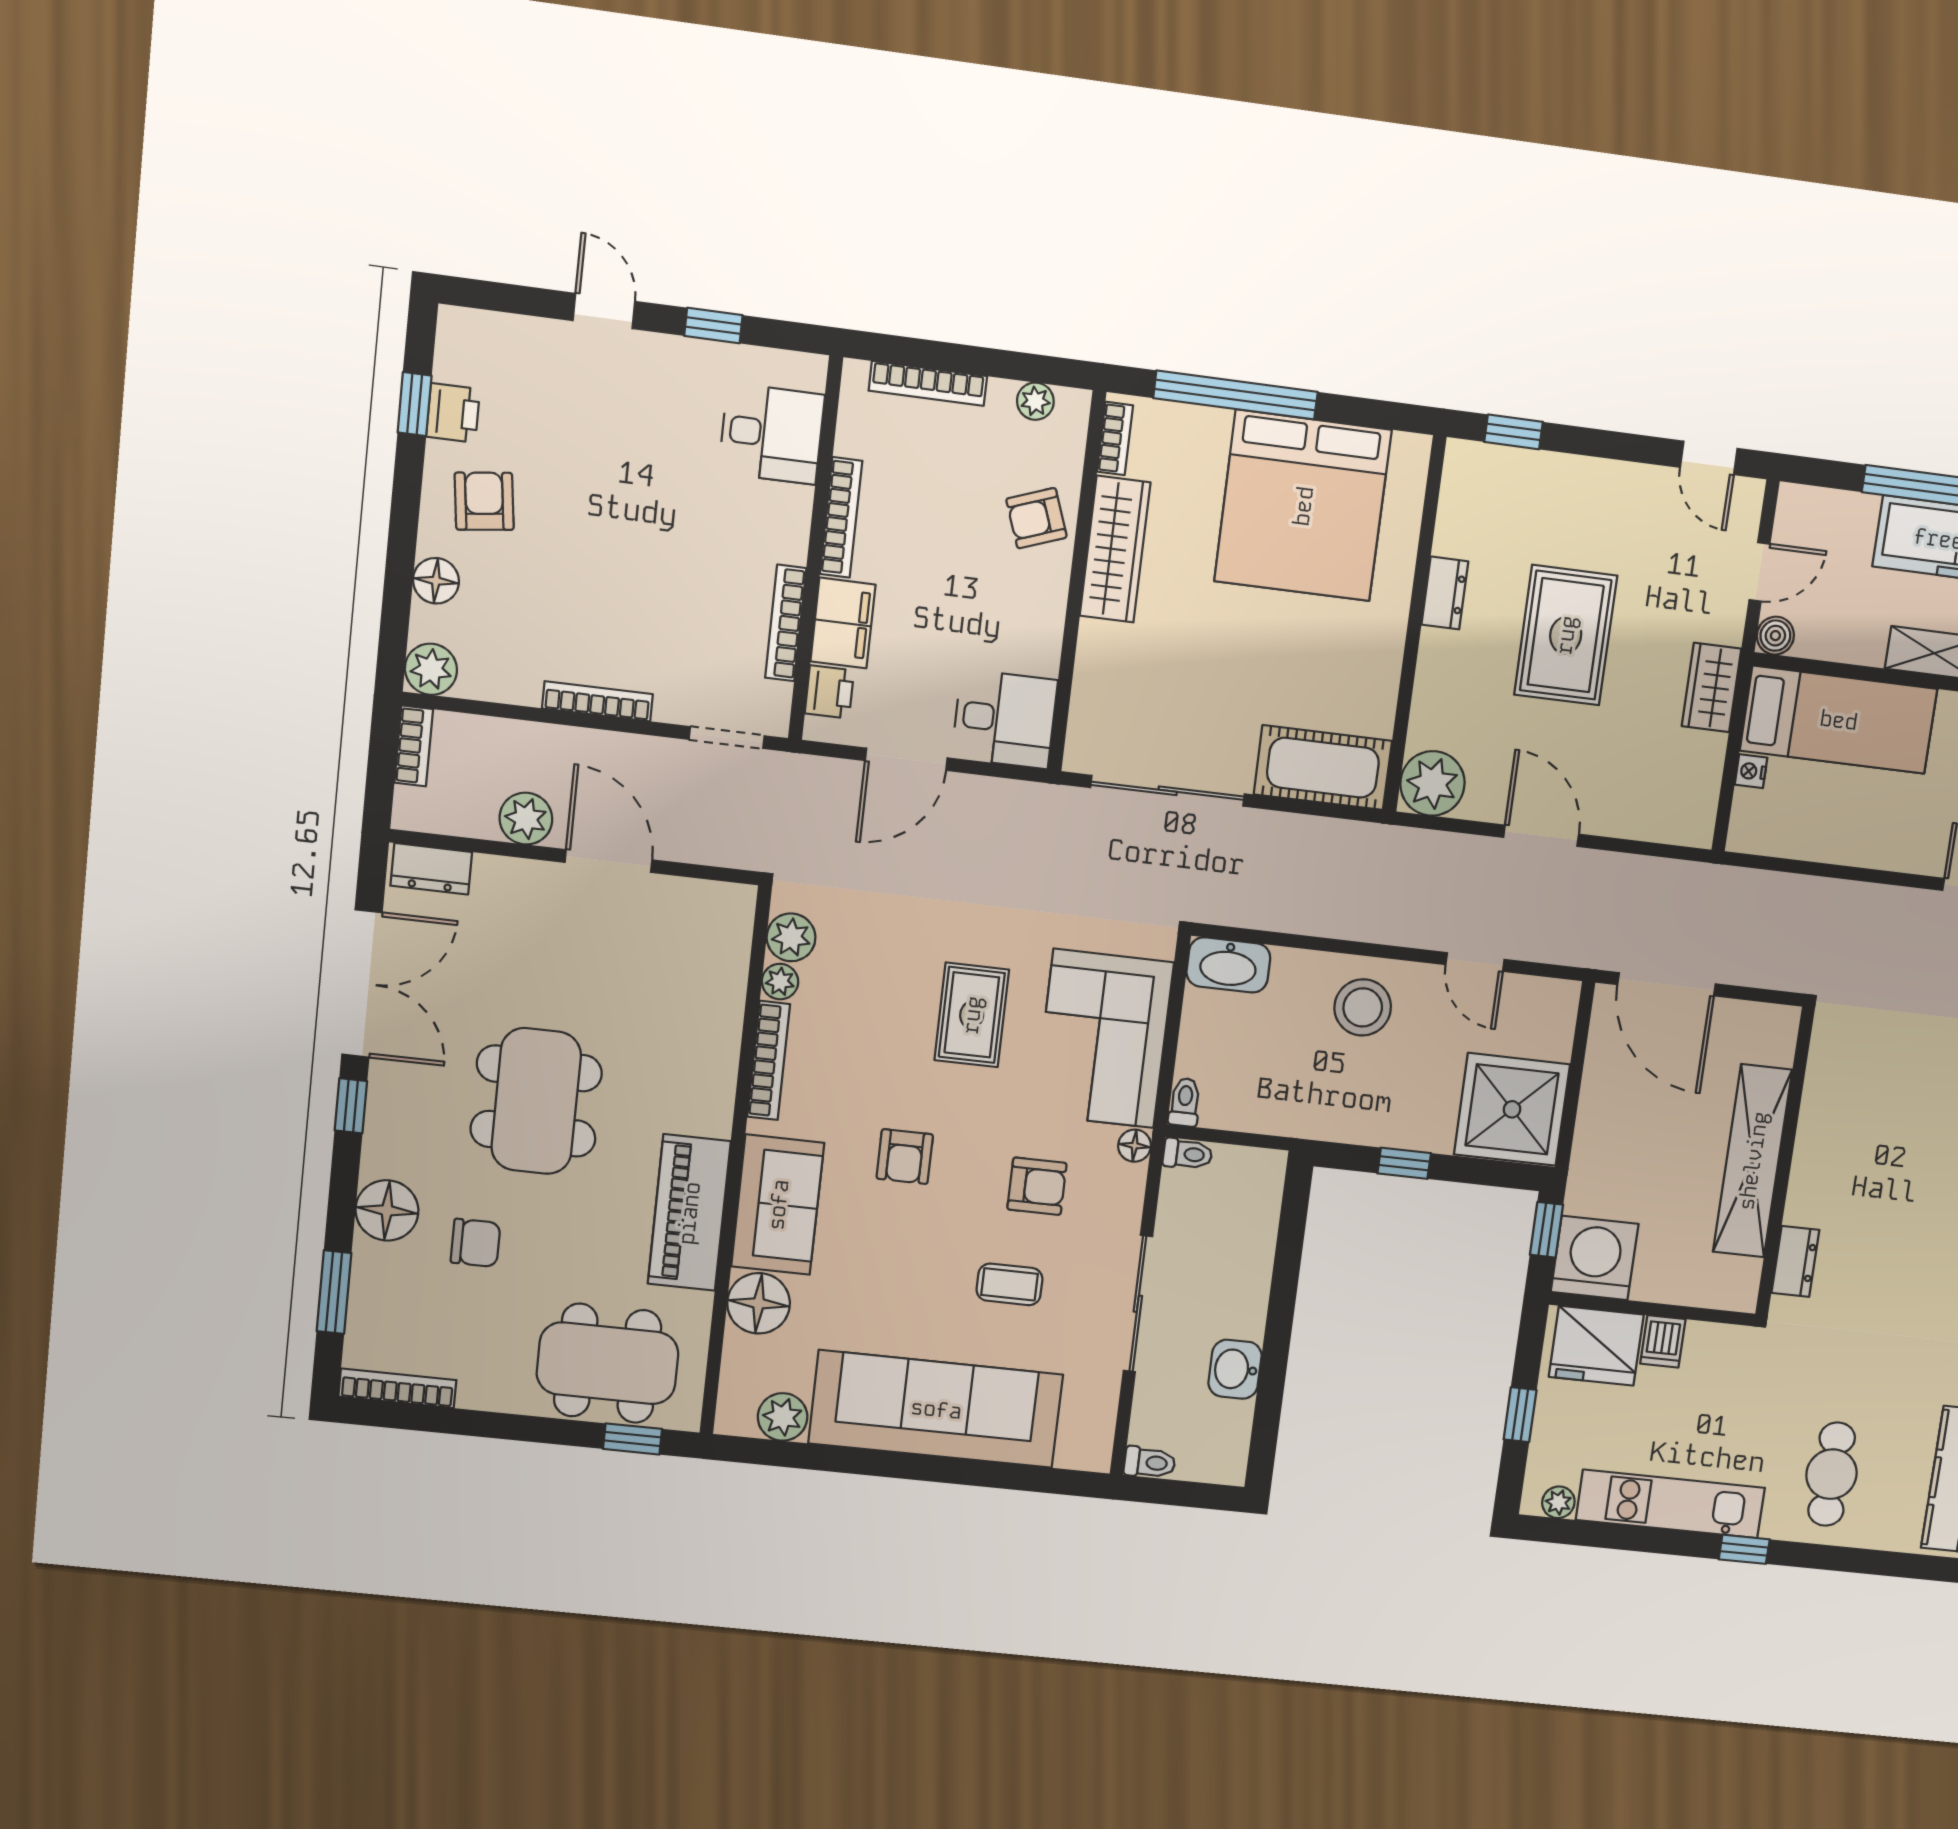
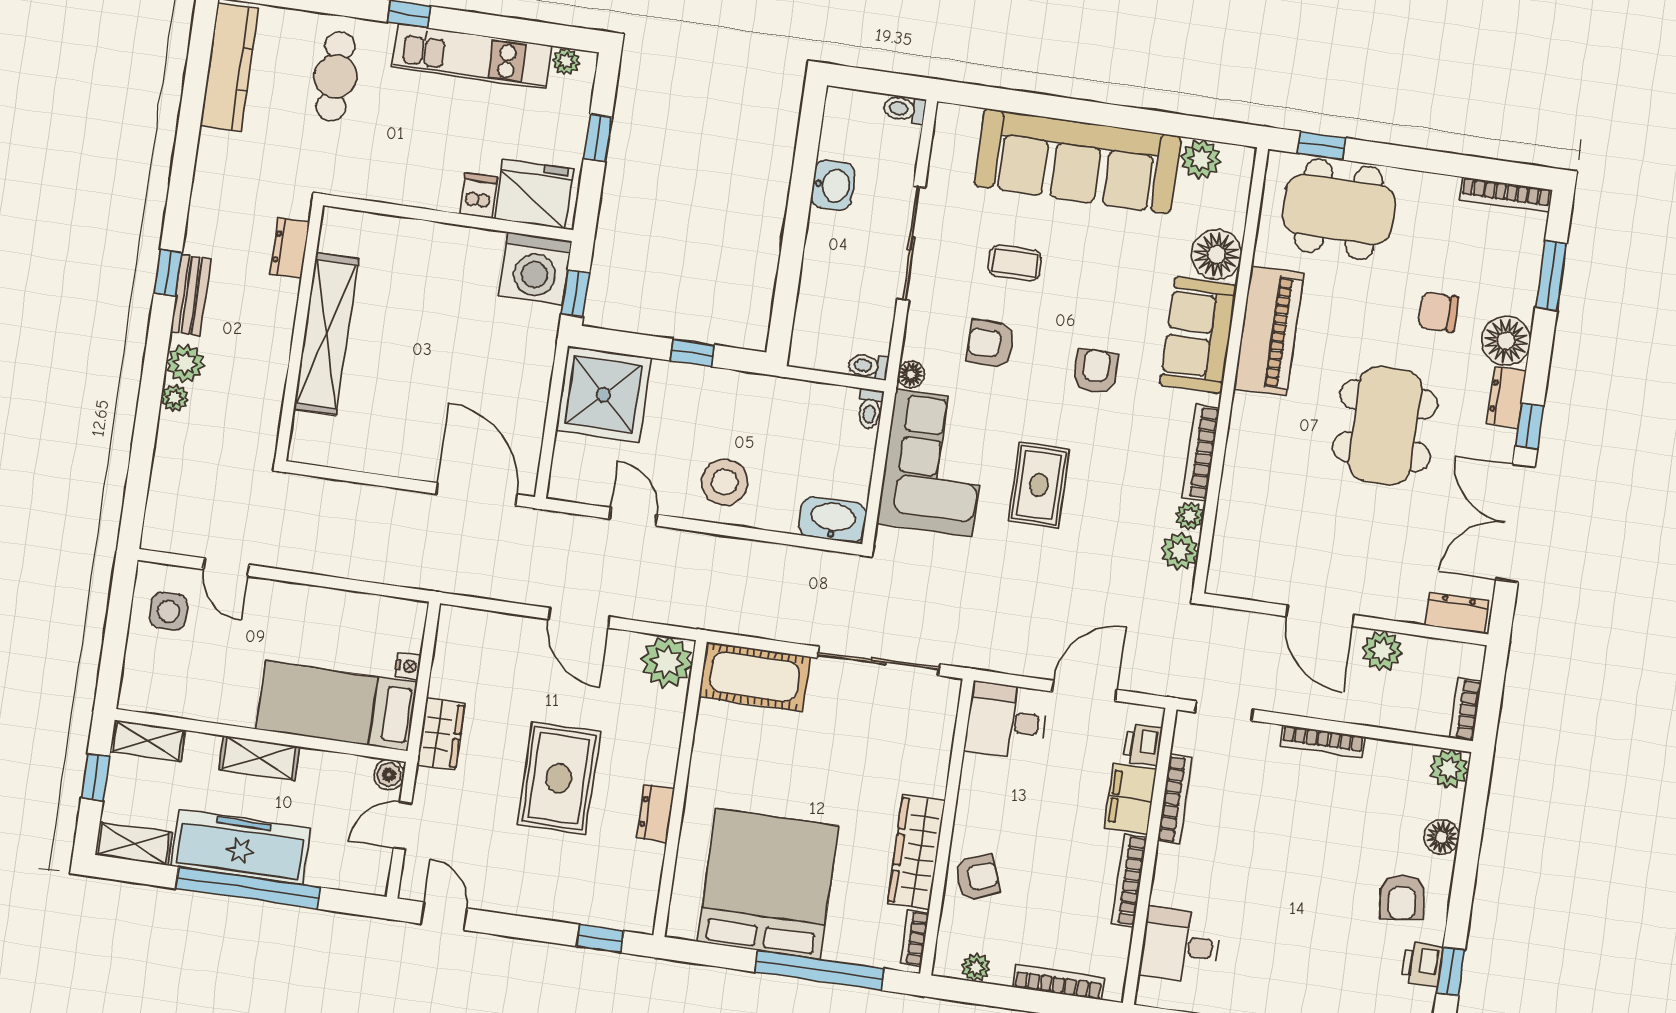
dresser: (382, 1141) -> (1506, 397), added
shelving: (1753, 1161) -> (326, 334), moved
wall: (1785, 1162) -> (299, 332), moved
dresser: (1795, 1261) -> (290, 248), moved

